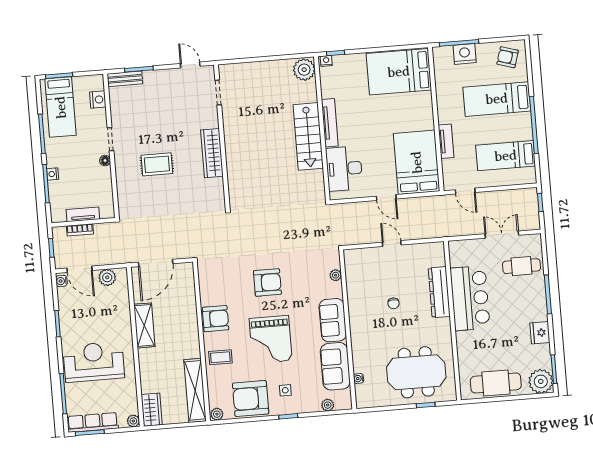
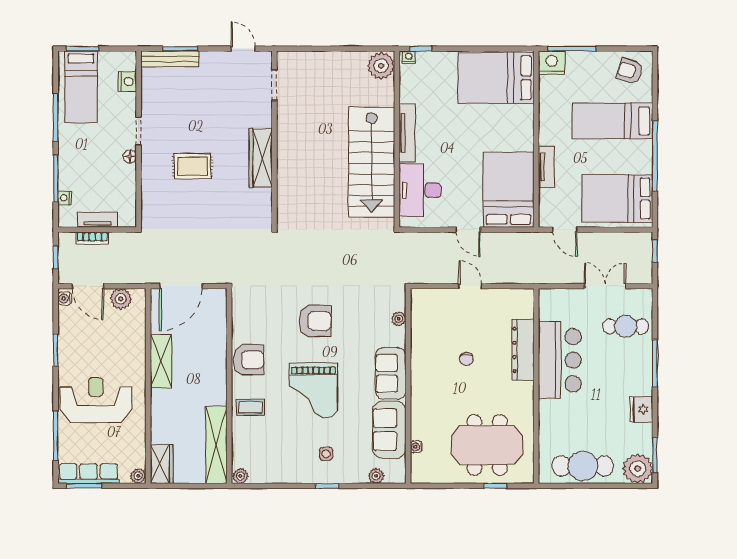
nightstand: (465, 54) -> (552, 63), moved
bench: (125, 79) -> (170, 59), width x1.36
stairs: (308, 136) -> (372, 162), width x1.36, depth x1.51
bed: (506, 156) -> (617, 198), width x1.50
nightstand: (53, 174) -> (65, 198), moved
armchair: (251, 399) -> (283, 460), removed

